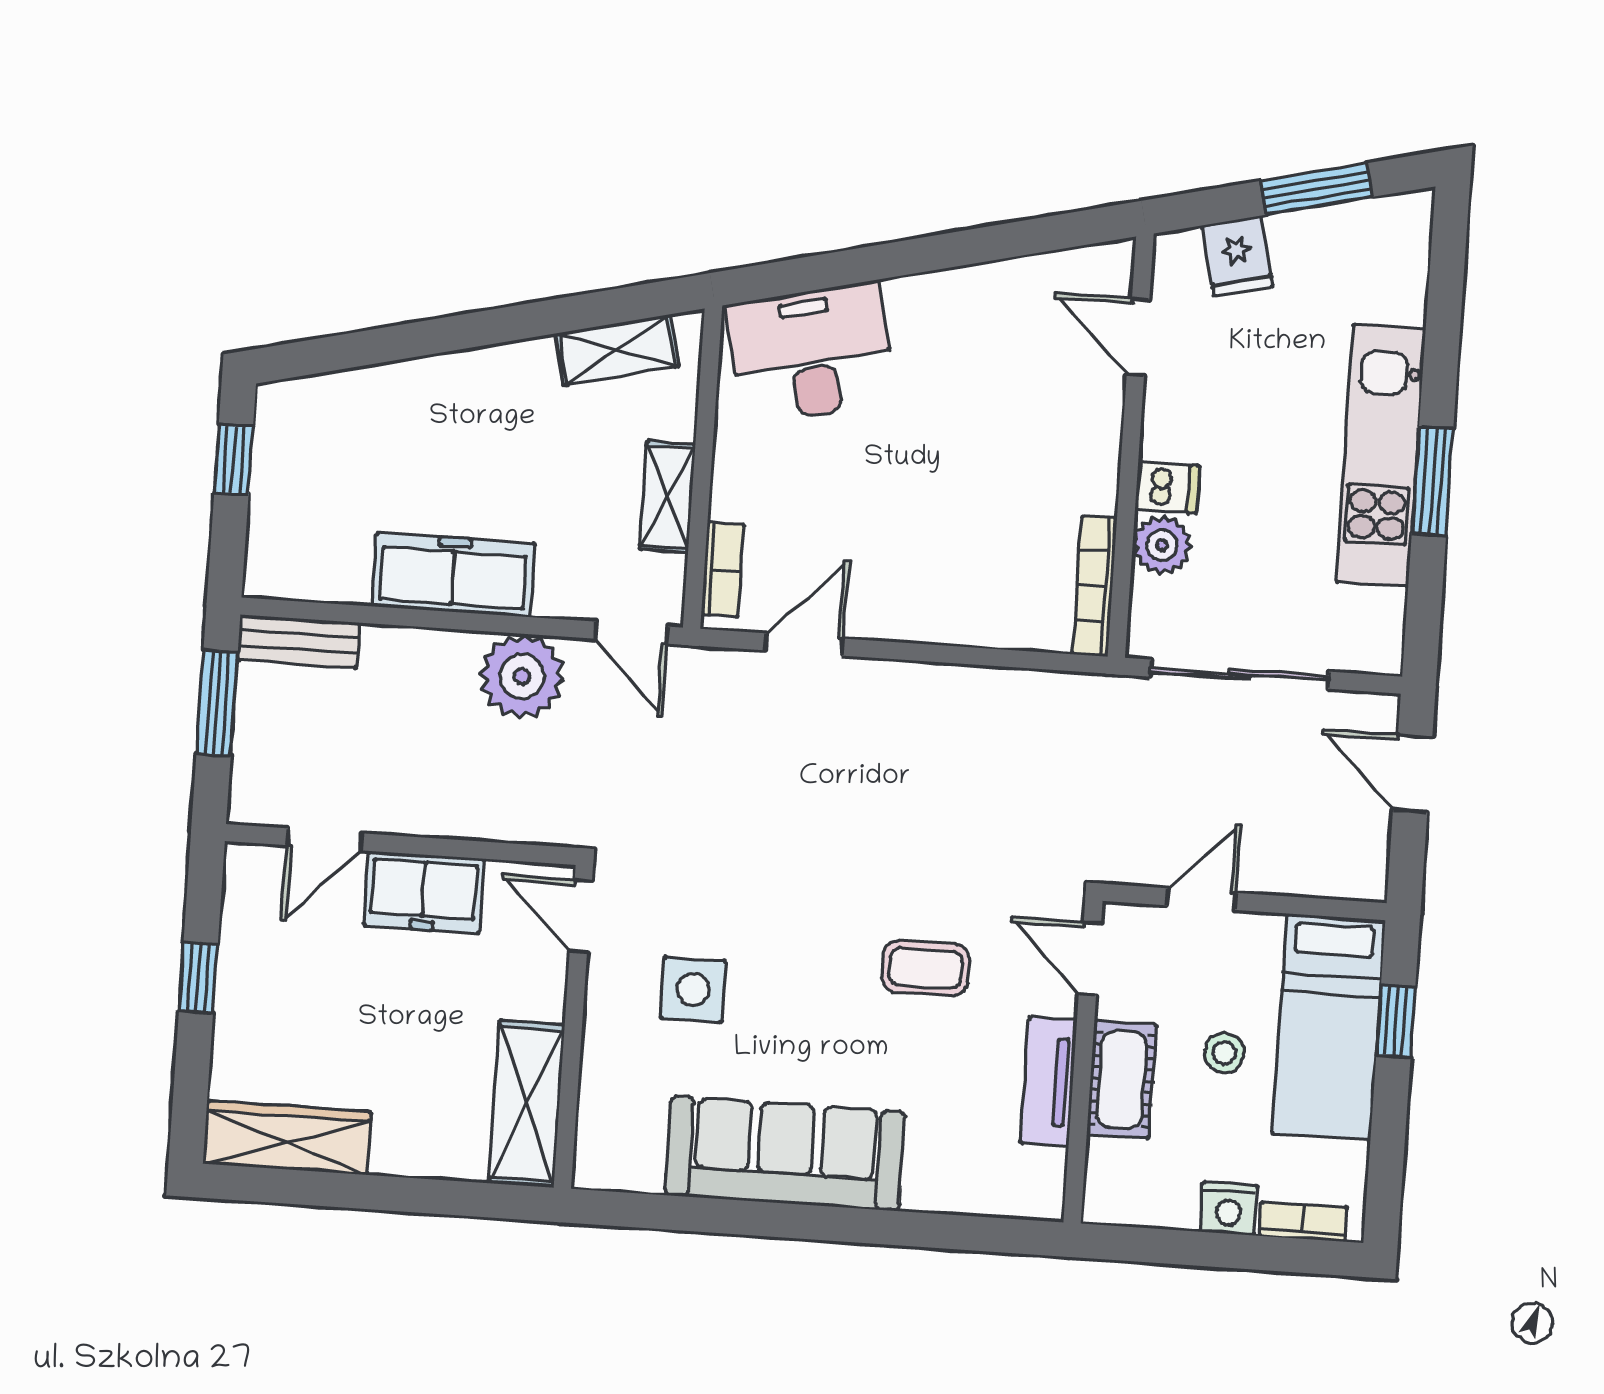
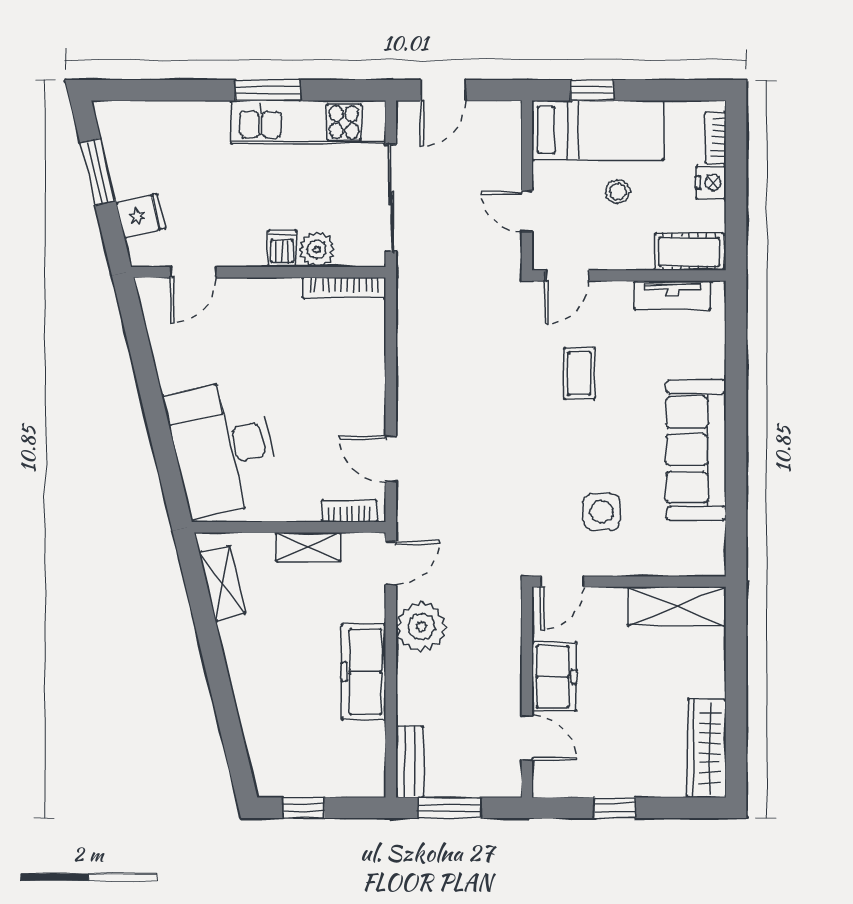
desk: (811, 353) -> (223, 448), width x1.36, depth x1.30
kitchen unit: (1381, 455) -> (308, 122), moved
cot: (1122, 1080) -> (689, 252), moved
tv unit: (1049, 1082) -> (672, 295), moved

